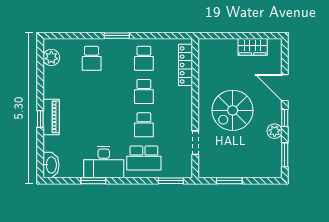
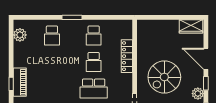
wardrobe: (253, 47) -> (191, 26), moved
locker: (185, 65) -> (127, 56), moved
school desk: (144, 125) -> (94, 88), width x1.85

